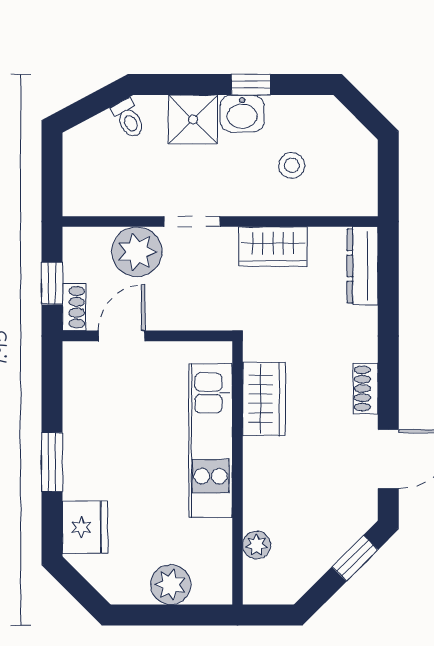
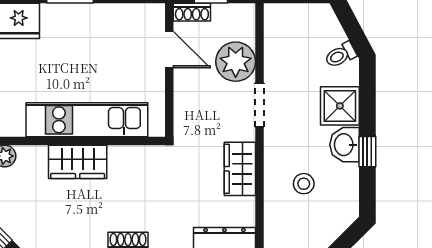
wardrobe: (264, 399) -> (78, 162), moved

